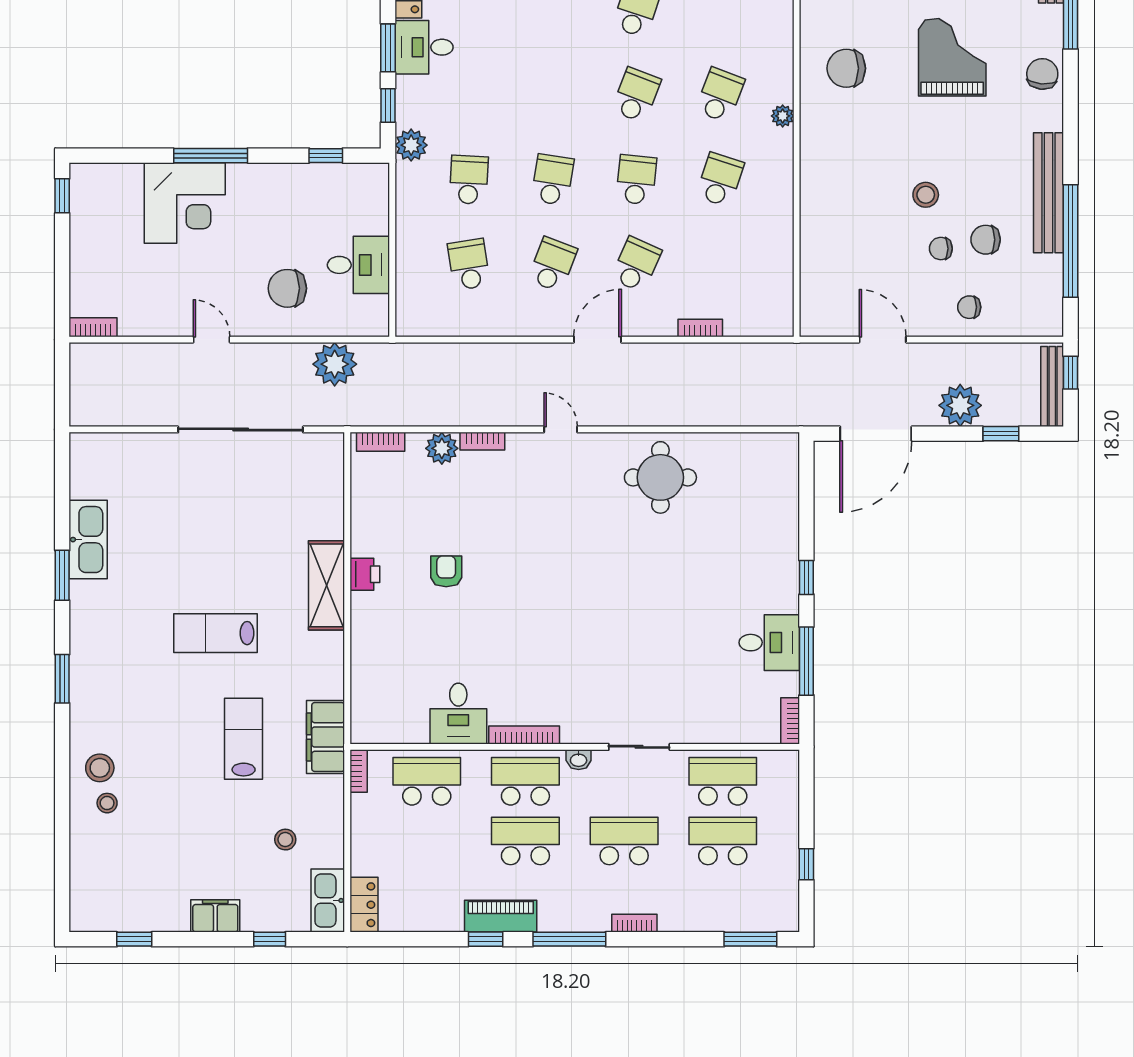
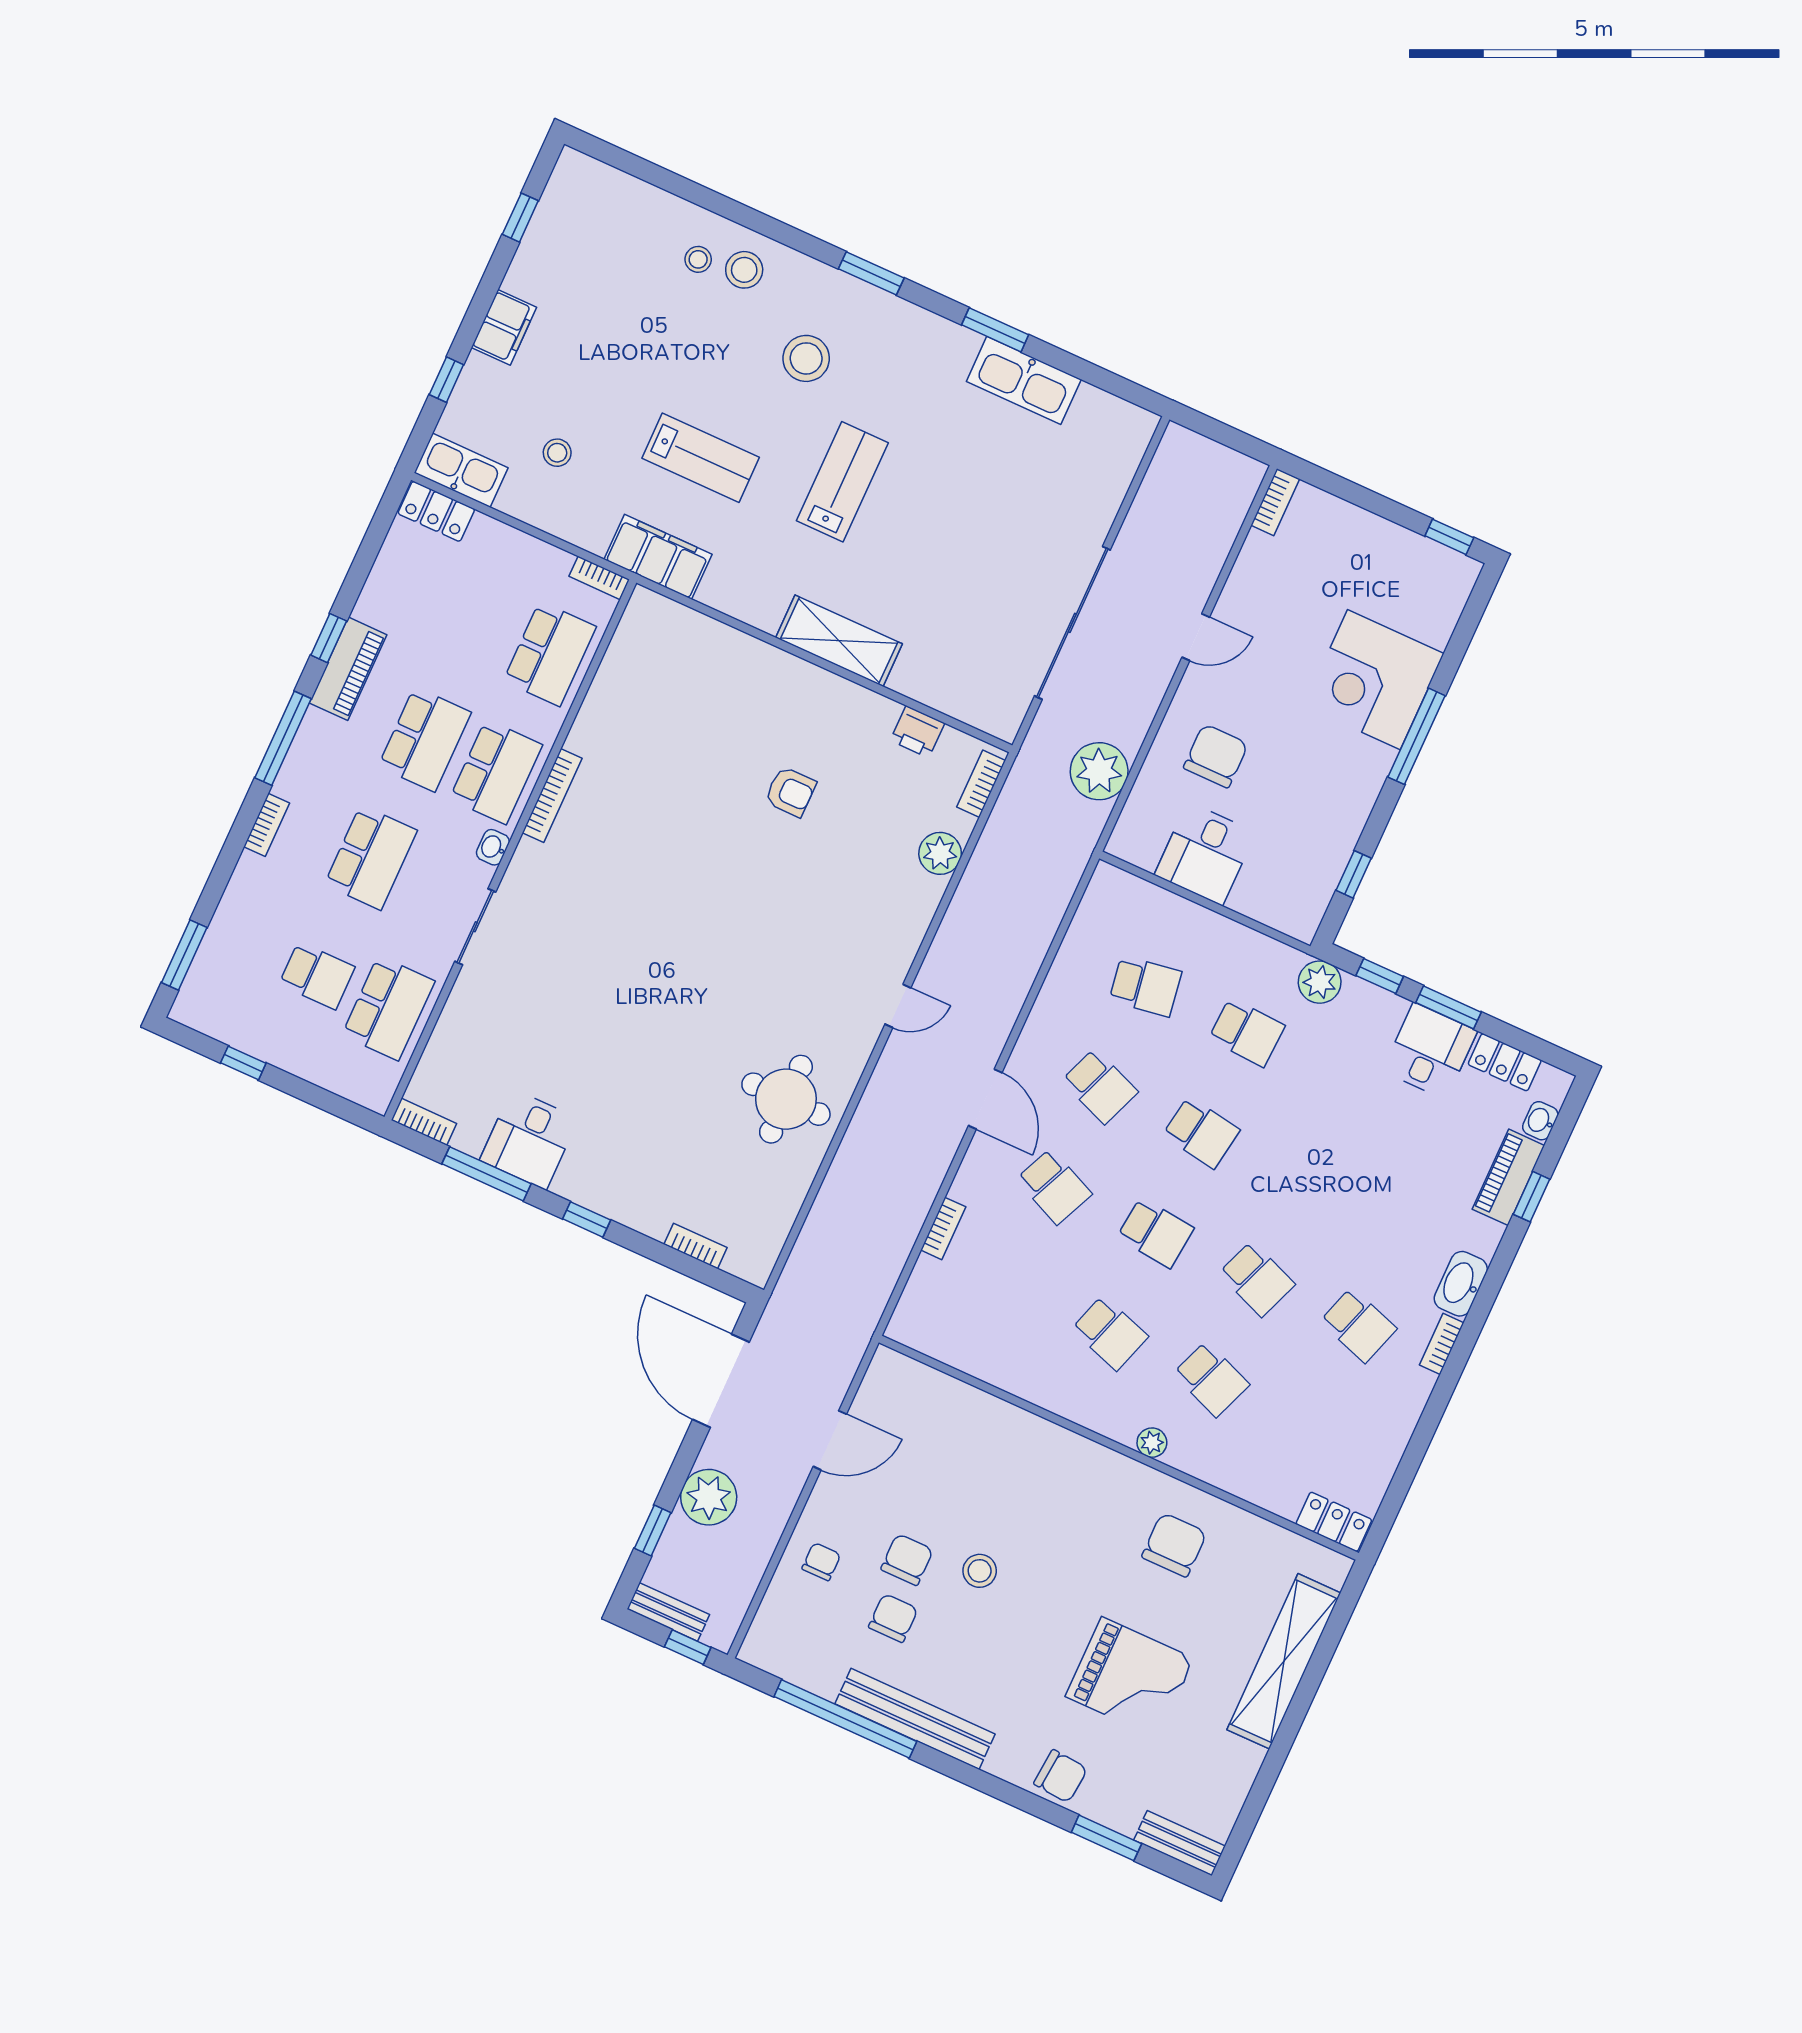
chair: (941, 249) -> (907, 1560), width x1.37, depth x1.37
bench: (1052, 386) -> (668, 1612), width x0.73
bookcase: (482, 441) -> (695, 1246), moved, turned 90
printer: (365, 574) -> (917, 732), moved
stool: (142, 697) -> (806, 358), added
desk: (458, 714) -> (614, 728), removed
school desk: (723, 841) -> (317, 976), width x0.54

